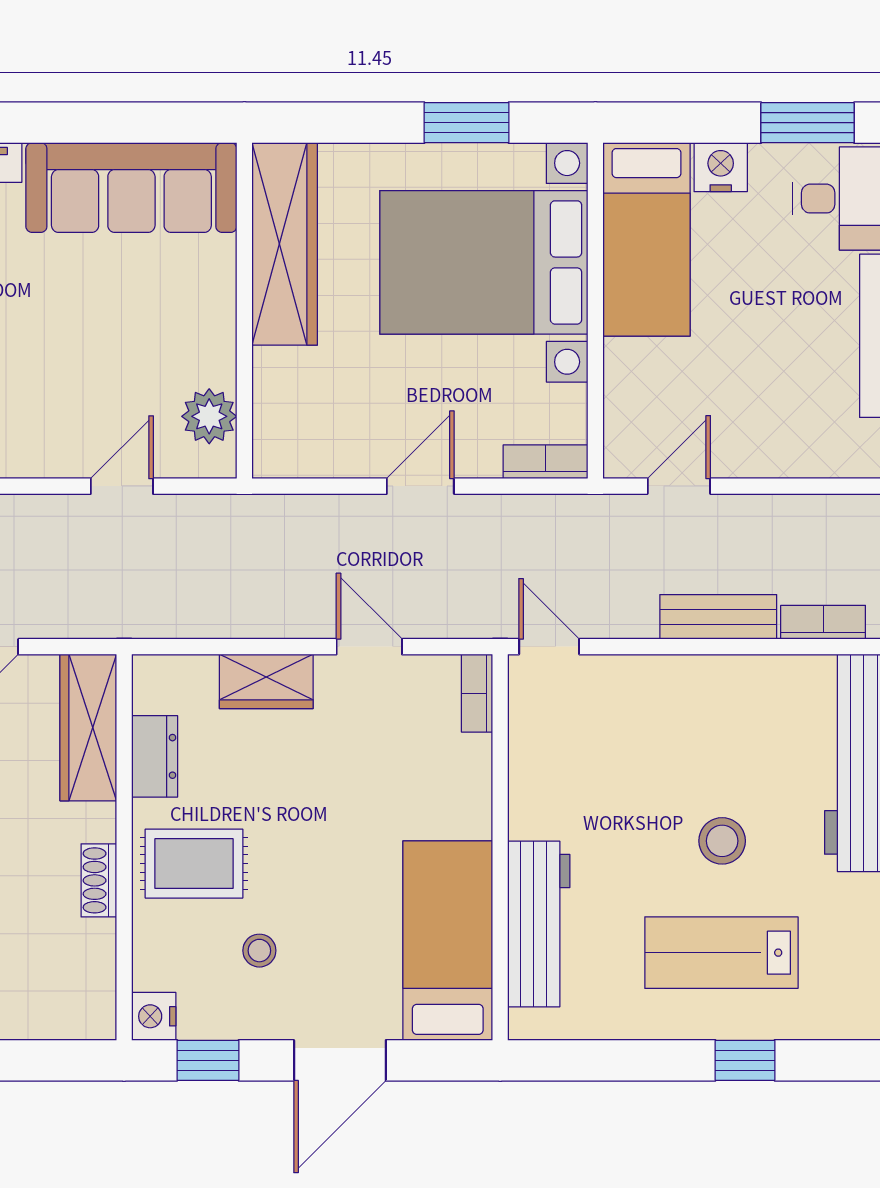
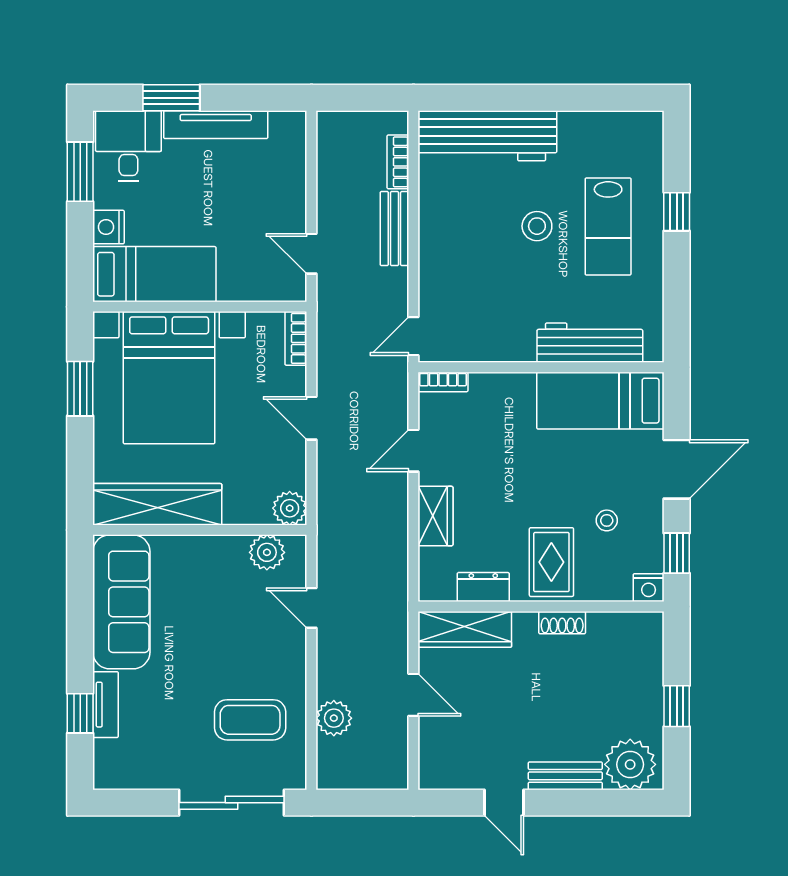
plant: (279, 452) -> (290, 508), added
door: (340, 1060) -> (677, 469), hinge flipped

